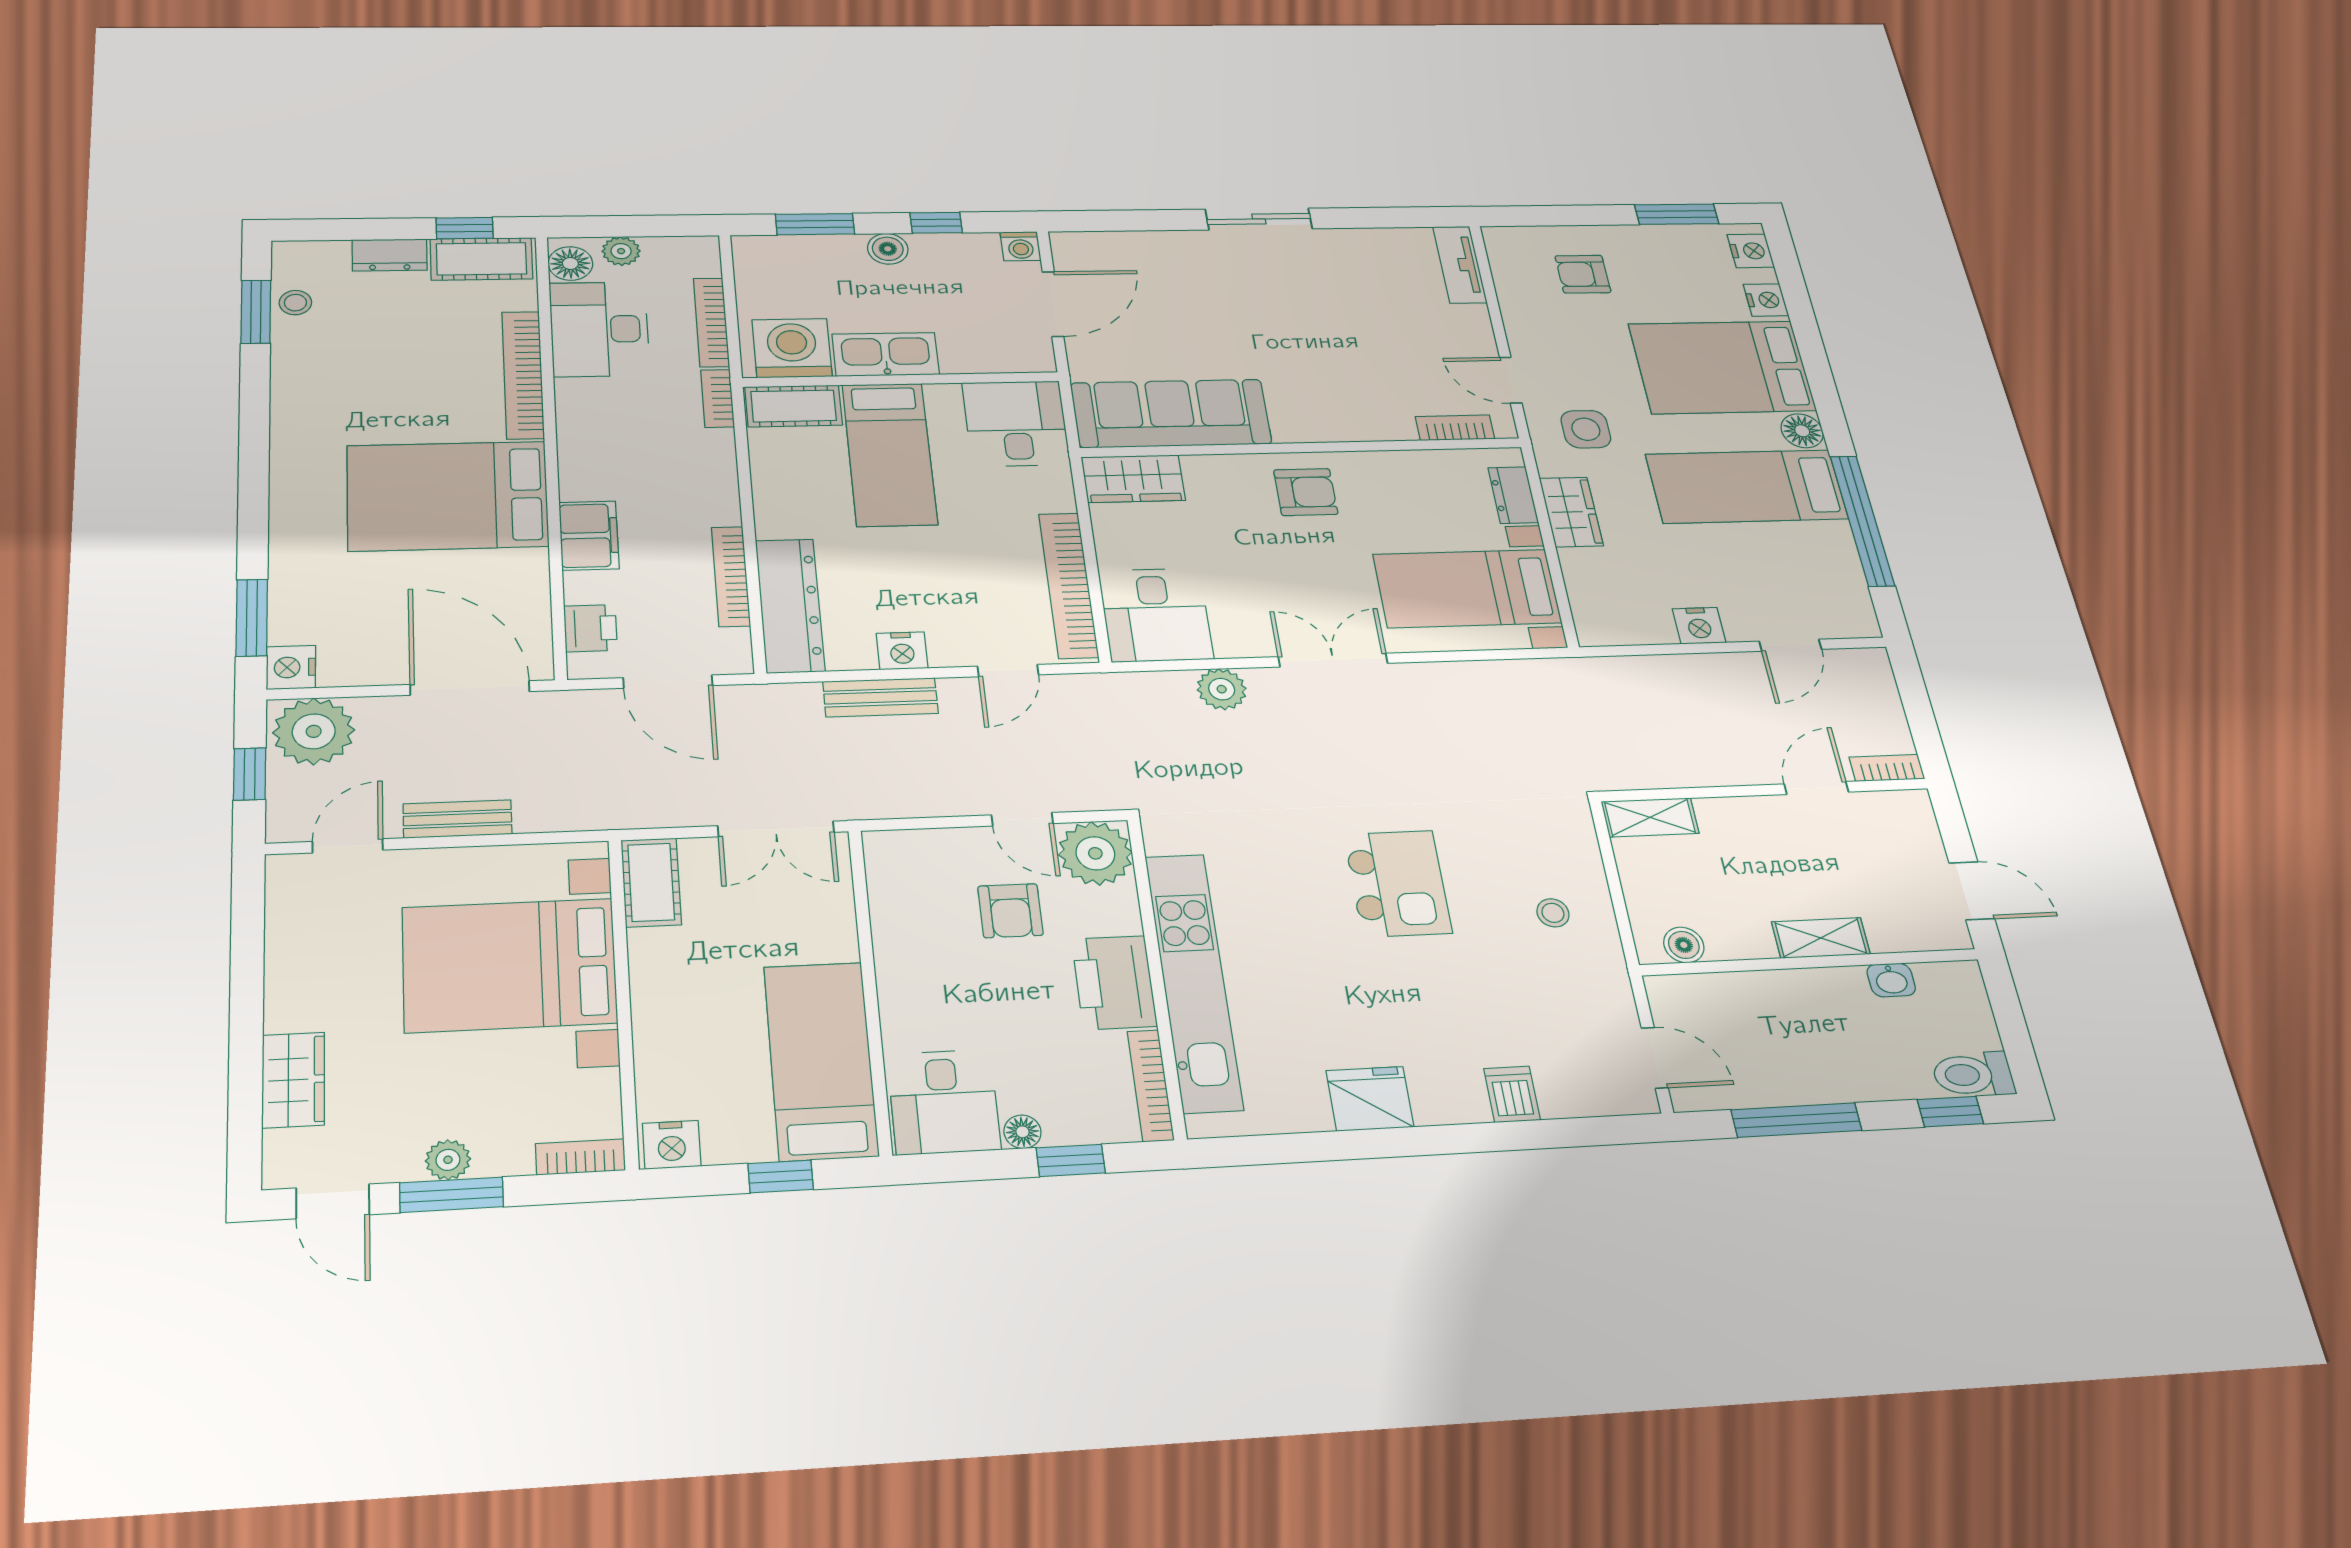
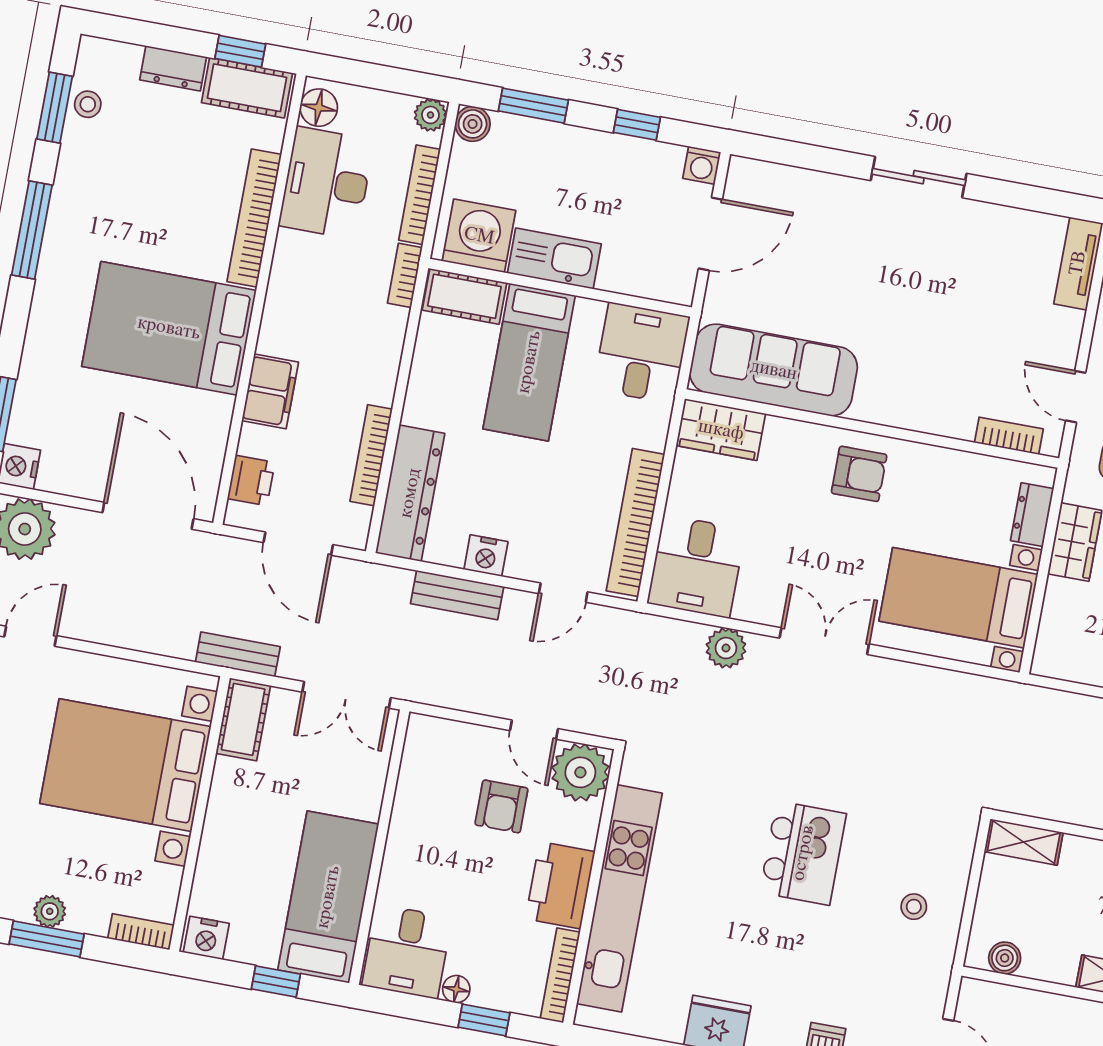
boiler: (888, 249) -> (473, 124), moved
plant: (621, 251) -> (430, 115), moved
window: (254, 430) -> (32, 230), added
bench: (458, 819) -> (238, 654), moved

